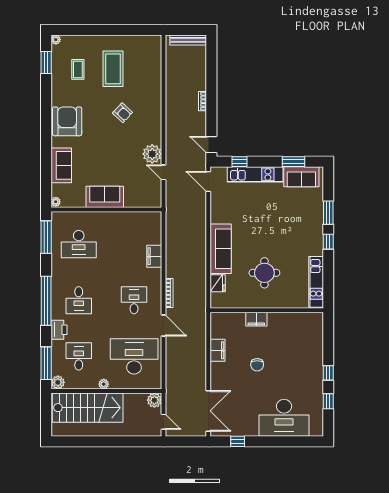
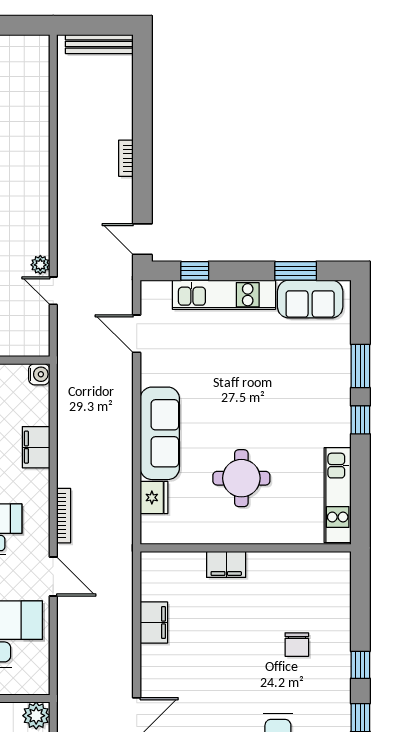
plant: (152, 154) -> (40, 265), width x0.53, depth x0.53
door: (208, 182) -> (137, 334), moved
water cooler: (156, 217) -> (39, 374), added
chair: (257, 365) -> (297, 645), moved

